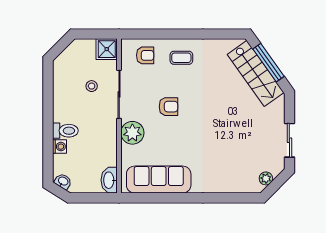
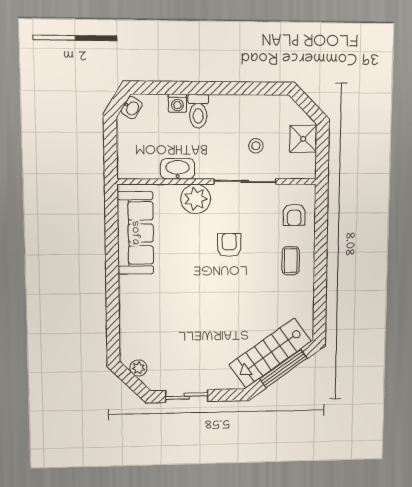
shower: (107, 49) -> (303, 139), moved
armchair: (168, 107) -> (229, 245), turned 180
washbasin: (109, 180) -> (178, 169), moved

